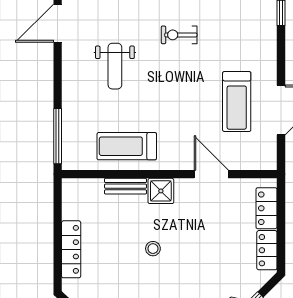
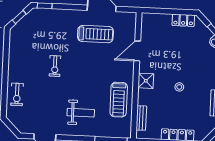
weight bench: (115, 66) -> (81, 113), moved
bench: (125, 186) -> (141, 118), moved
locker: (266, 208) -> (159, 19), removed

